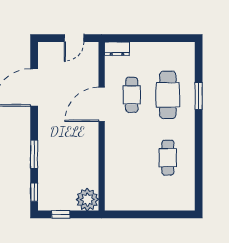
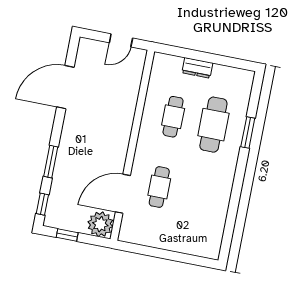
dresser: (117, 49) -> (197, 68), moved
door: (102, 104) -> (123, 194), moved
cafe table: (168, 158) -> (159, 187), moved

